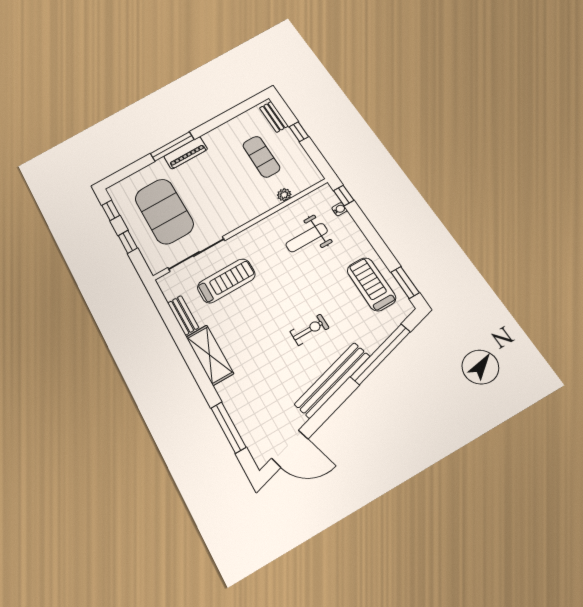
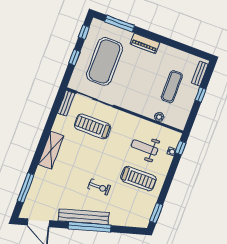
window: (172, 146) -> (120, 24), moved
treadmill: (226, 281) -> (93, 126), turned 180
treadmill: (371, 284) -> (138, 179), moved, turned 90
bench: (183, 315) -> (66, 103), moved
window: (380, 354) -> (90, 227), moved

